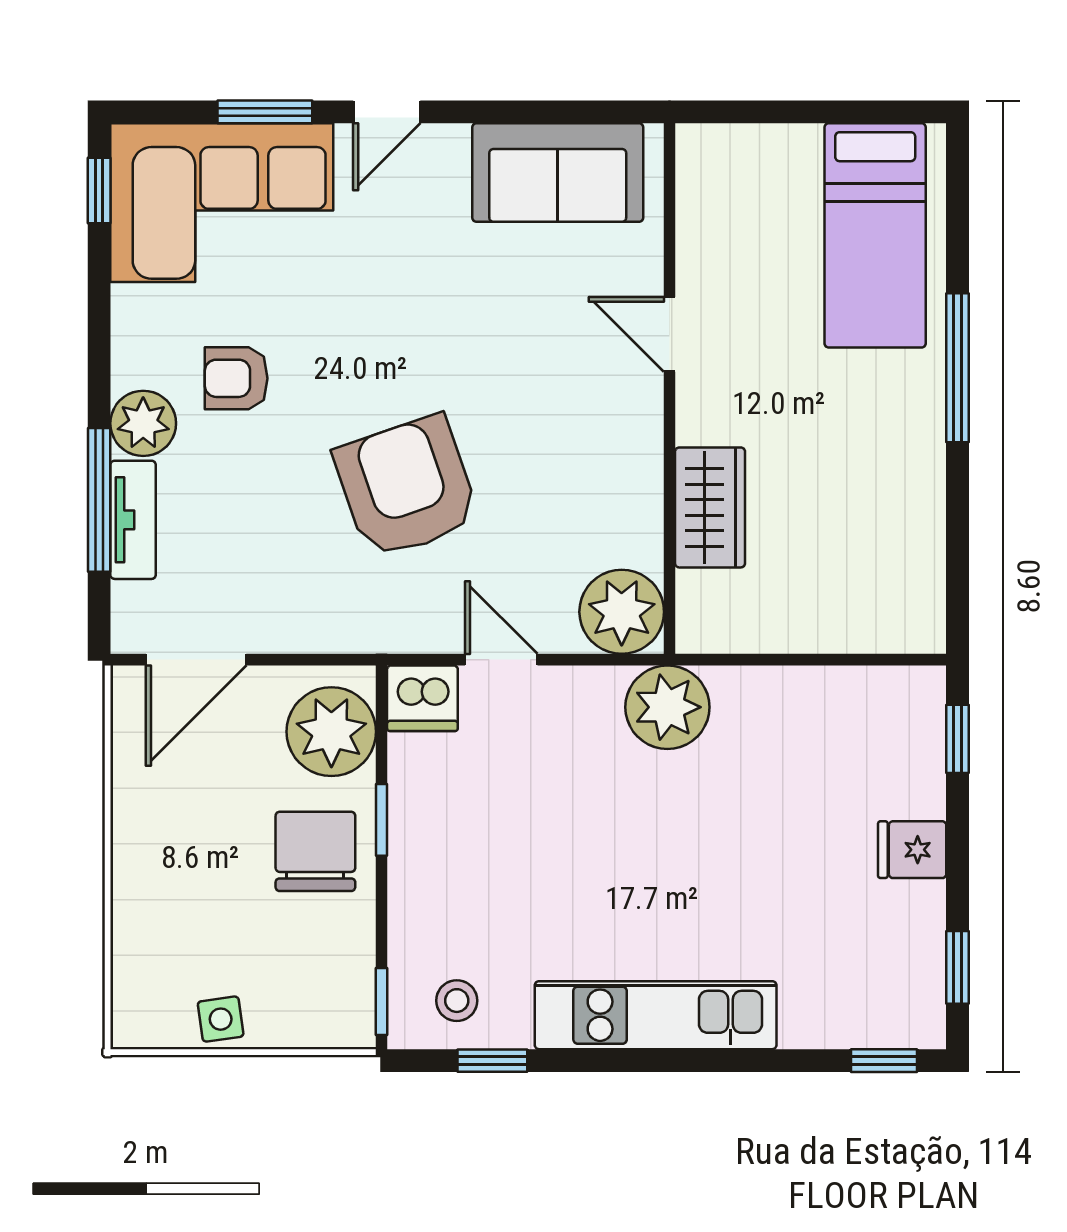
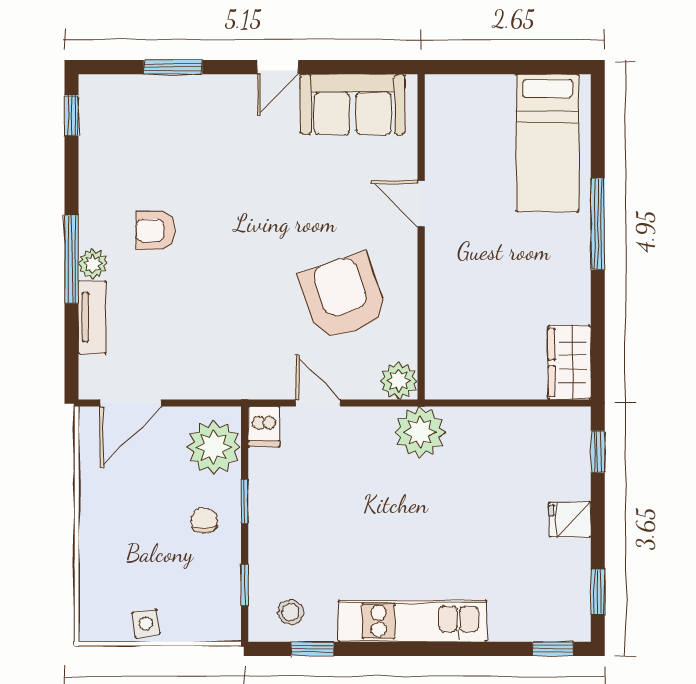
door: (387, 112) -> (278, 67), moved
corner sofa: (222, 203) -> (147, 123), removed
plant: (143, 423) -> (93, 264), width x0.73, depth x0.73
armchair: (407, 487) -> (343, 297), moved
window: (99, 500) -> (71, 259), moved
wardrobe: (710, 507) -> (569, 363), moved, turned 180
plant: (622, 612) -> (399, 381), width x0.73, depth x0.73
dishwasher: (422, 698) -> (264, 427), width x0.73
chair: (315, 851) -> (204, 521), width x0.54, depth x0.54
window: (382, 1002) -> (245, 585), moved

